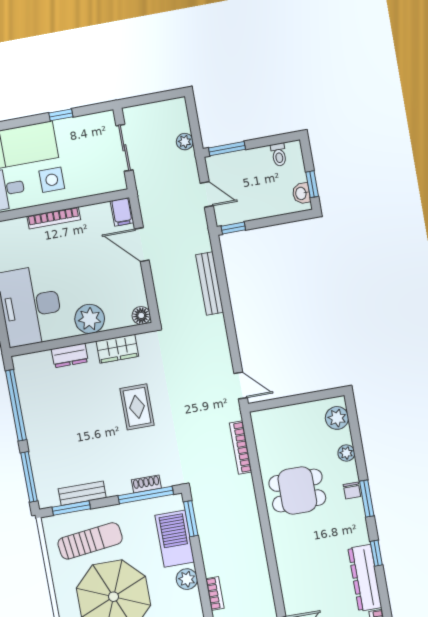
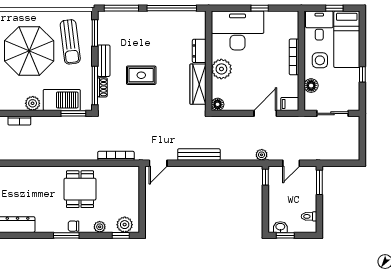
plant: (185, 142) -> (262, 155), moved
floor lamp: (90, 186) -> (311, 86), added
bench: (210, 284) -> (199, 155), moved
wardrobe: (117, 349) -> (198, 84), width x1.50
rug: (137, 407) -> (141, 75), moved
bench: (82, 493) -> (104, 61), moved
window: (376, 553) -> (121, 235), moved

